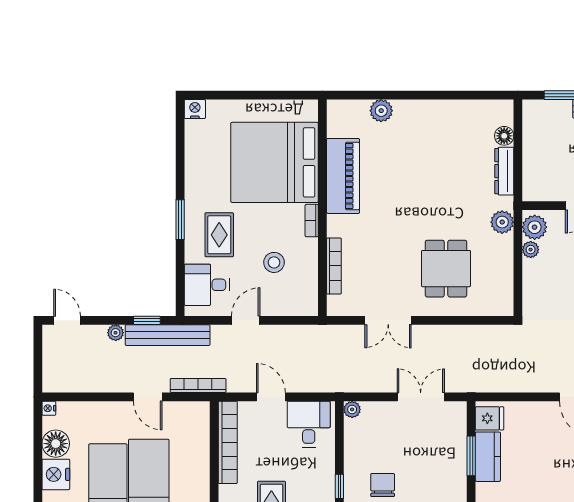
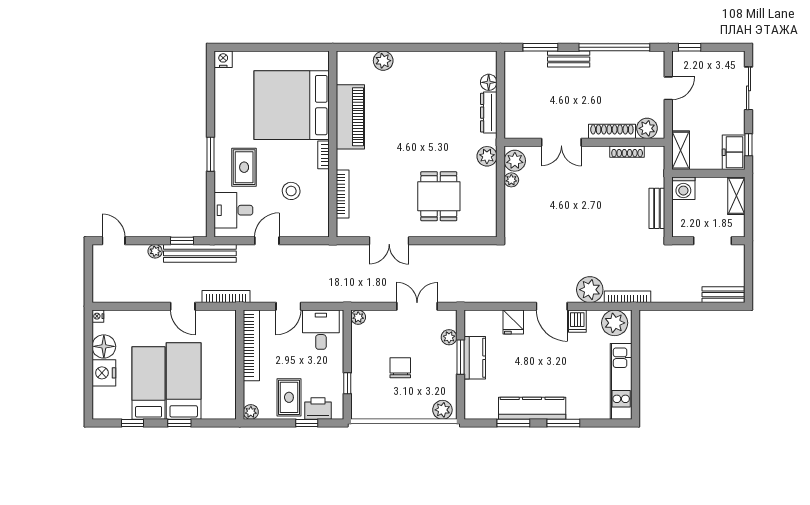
door: (271, 397) -> (288, 306), swing flipped
fridge: (490, 418) -> (513, 322), moved, turned 90
plant: (458, 433) -> (449, 337), added
chair: (383, 485) -> (400, 368), moved

